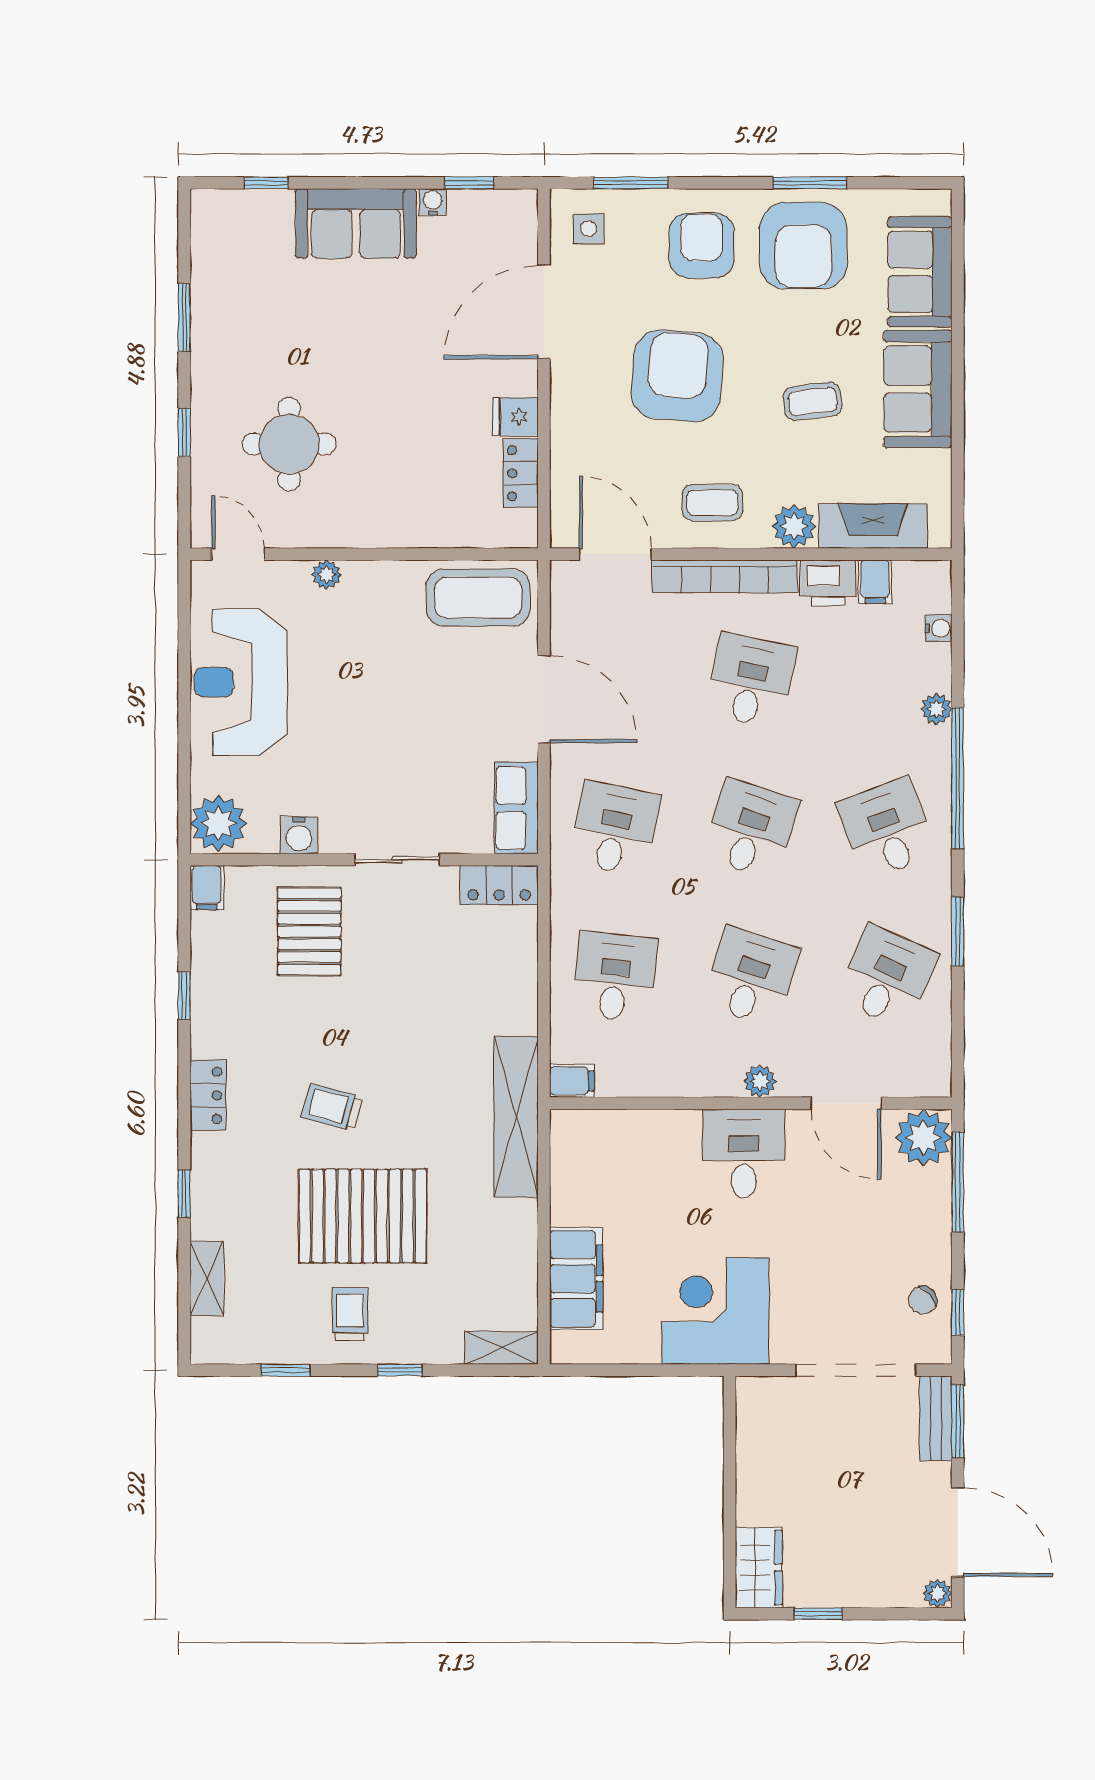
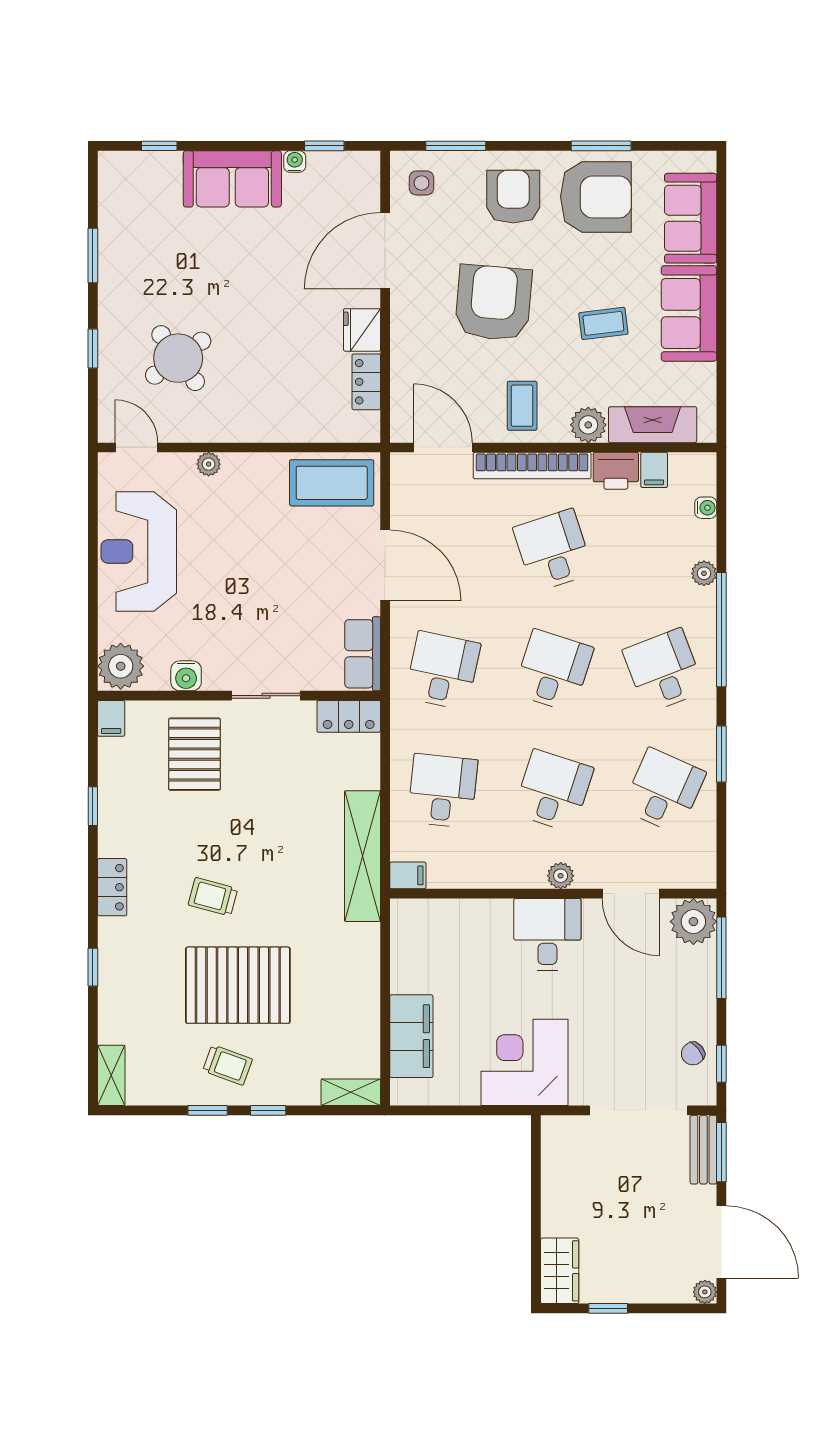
armchair: (803, 246) -> (596, 197), turned -90
fridge: (515, 417) -> (362, 330), width x1.38
round table: (289, 444) -> (178, 358), turned -36
coffee table: (712, 503) -> (522, 406), turned 90
desk: (751, 681) -> (553, 550), turned -30
shelving: (516, 1117) -> (363, 856), moved
shelving: (207, 1279) -> (111, 1075), moved
trolley: (350, 1314) -> (227, 1065), turned 110
window: (285, 1370) -> (208, 1110), moved

